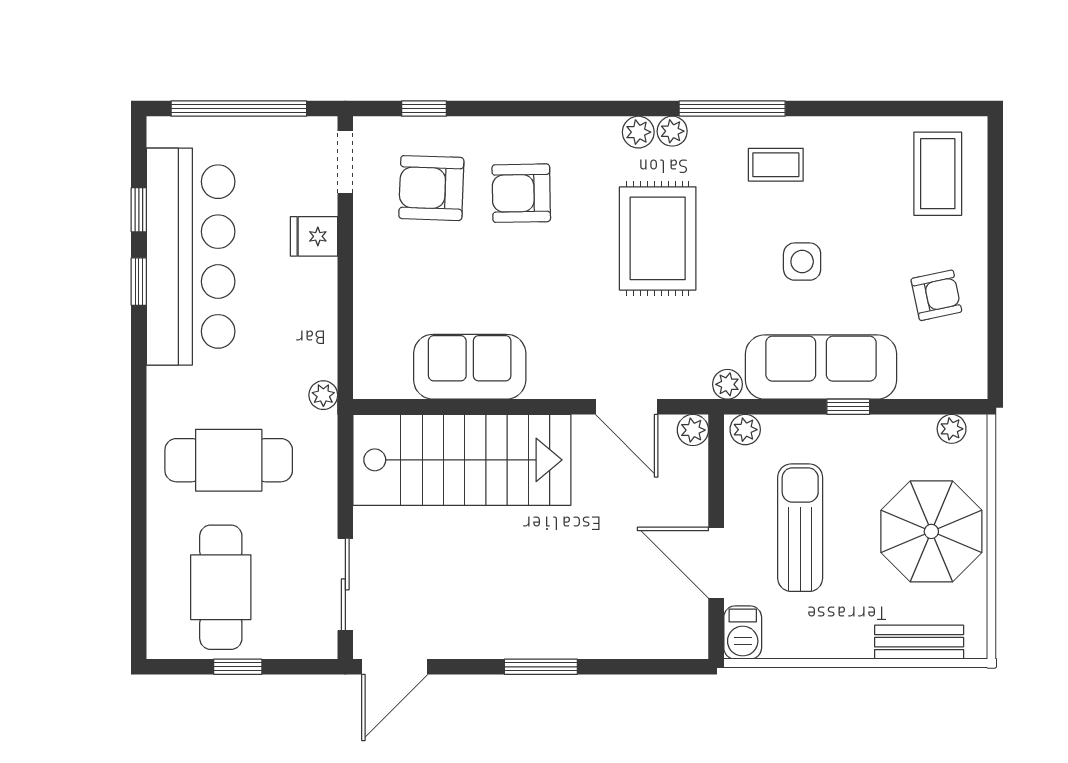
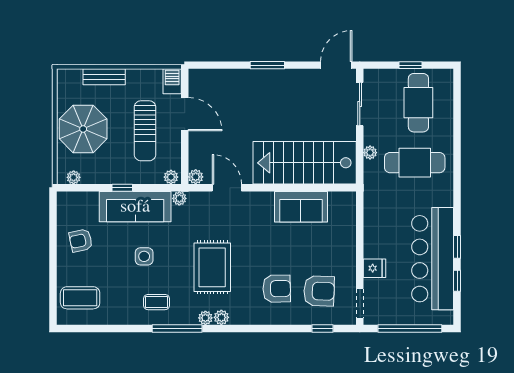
coffee table: (938, 174) -> (80, 298), turned 90
plant: (323, 395) -> (370, 153), moved
bench: (919, 642) -> (104, 77), moved

